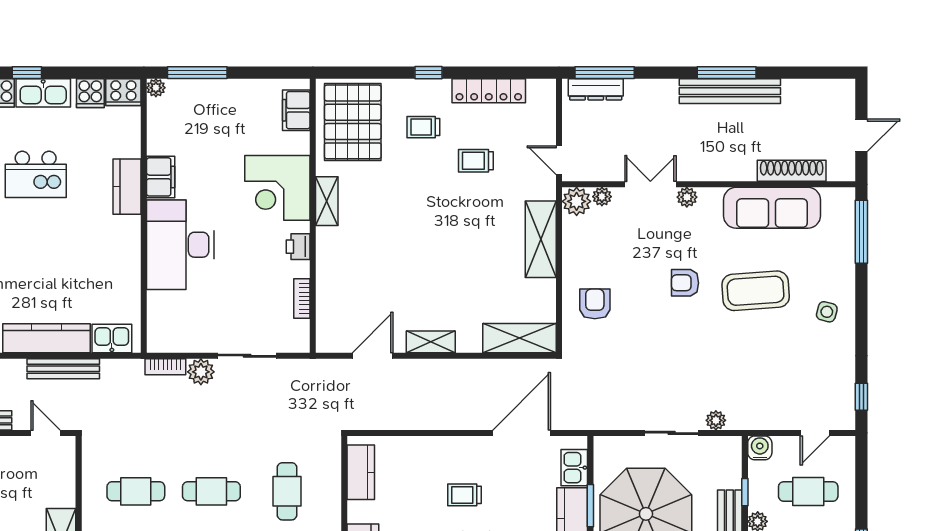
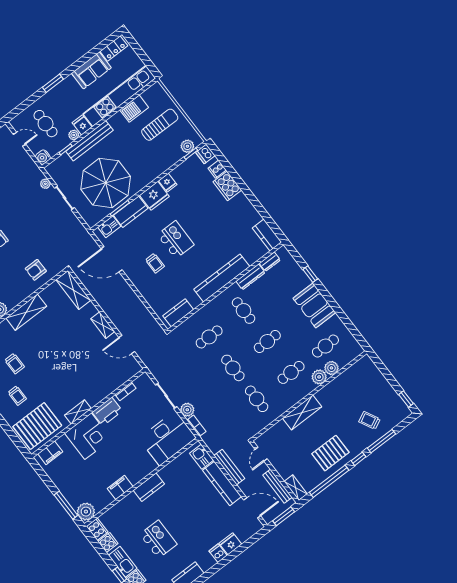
plant: (156, 88) -> (86, 512), width x1.88, depth x1.88
kitchen counter: (127, 187) -> (149, 487), moved
desk: (180, 245) -> (168, 438), moved
printer: (298, 247) -> (107, 412), width x1.87, depth x1.48

